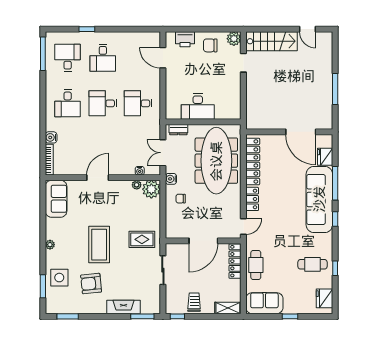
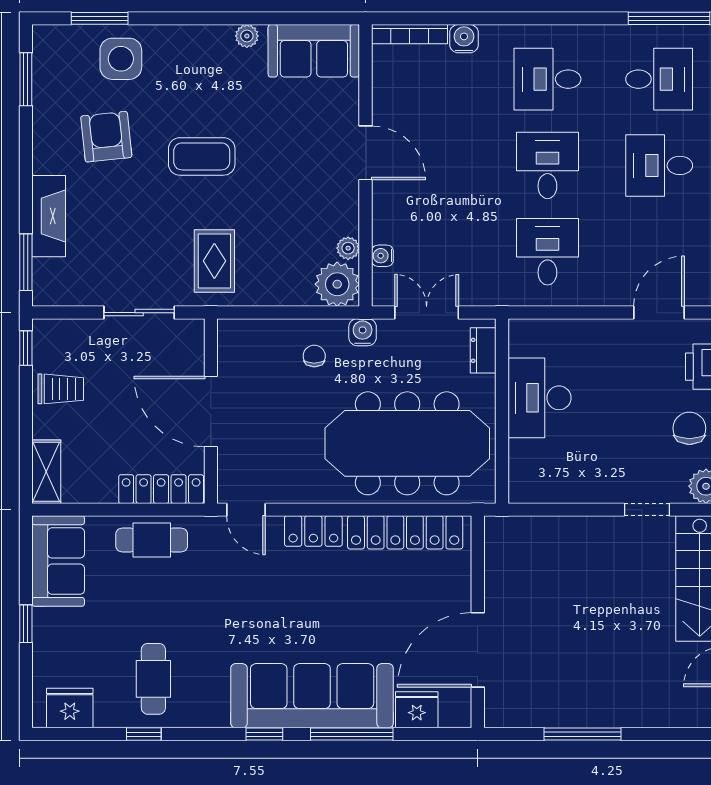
plant: (50, 245) -> (247, 36), moved
coffee table: (99, 245) -> (202, 156), width x0.73, depth x0.76

